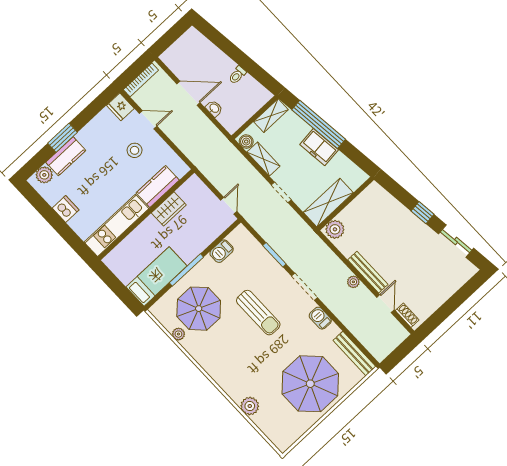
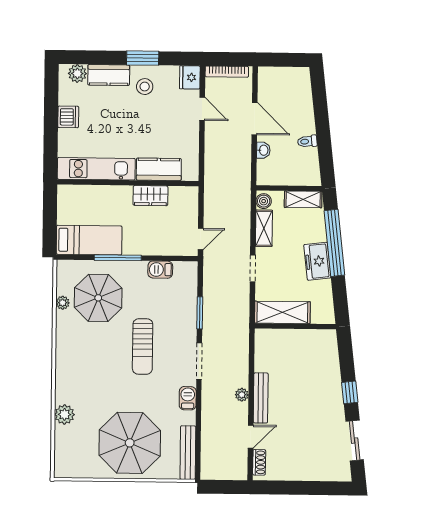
window: (63, 138) -> (143, 58), moved
stool: (135, 150) -> (145, 87), moved
plant: (335, 229) -> (267, 339), removed

